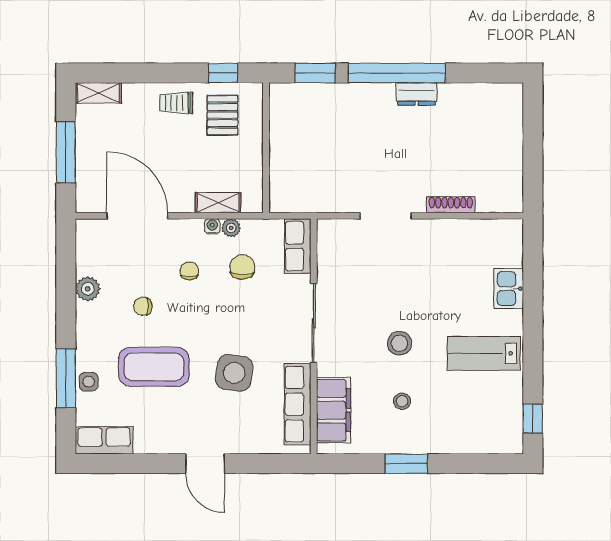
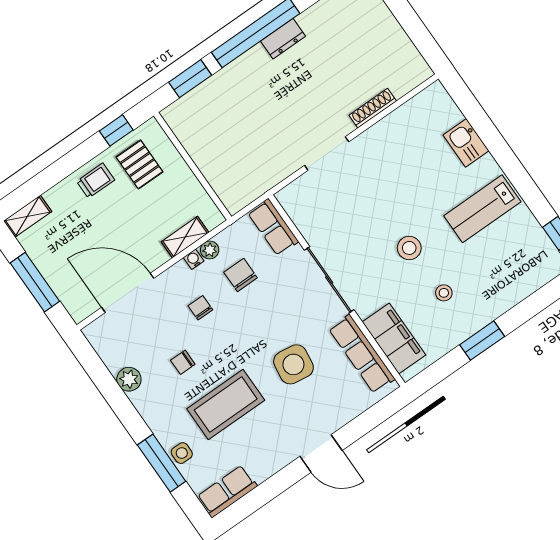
trolley: (176, 103) -> (96, 181), turned 180

